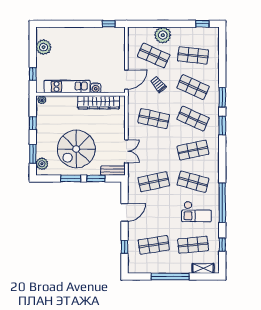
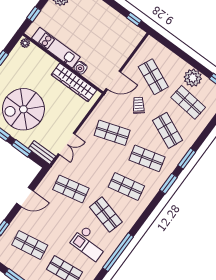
plant: (163, 35) -> (193, 78), moved
shop shelf: (154, 119) -> (112, 133), turned -30
shop shelf: (193, 119) -> (147, 158), turned -39

